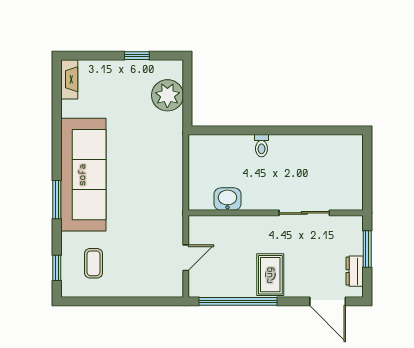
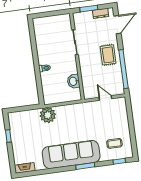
plant: (167, 95) -> (48, 115), moved
rug: (270, 275) -> (108, 55), turned 90

